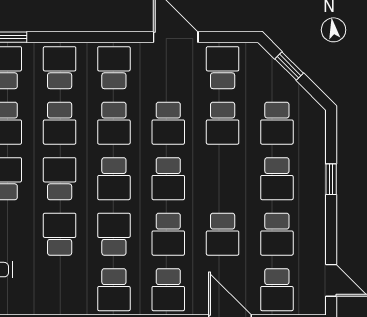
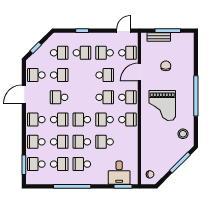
school desk: (168, 123) -> (59, 97), turned 180
school desk: (114, 179) -> (82, 120), turned 180
school desk: (168, 179) -> (82, 97), removed
school desk: (277, 234) -> (105, 53), turned 180

